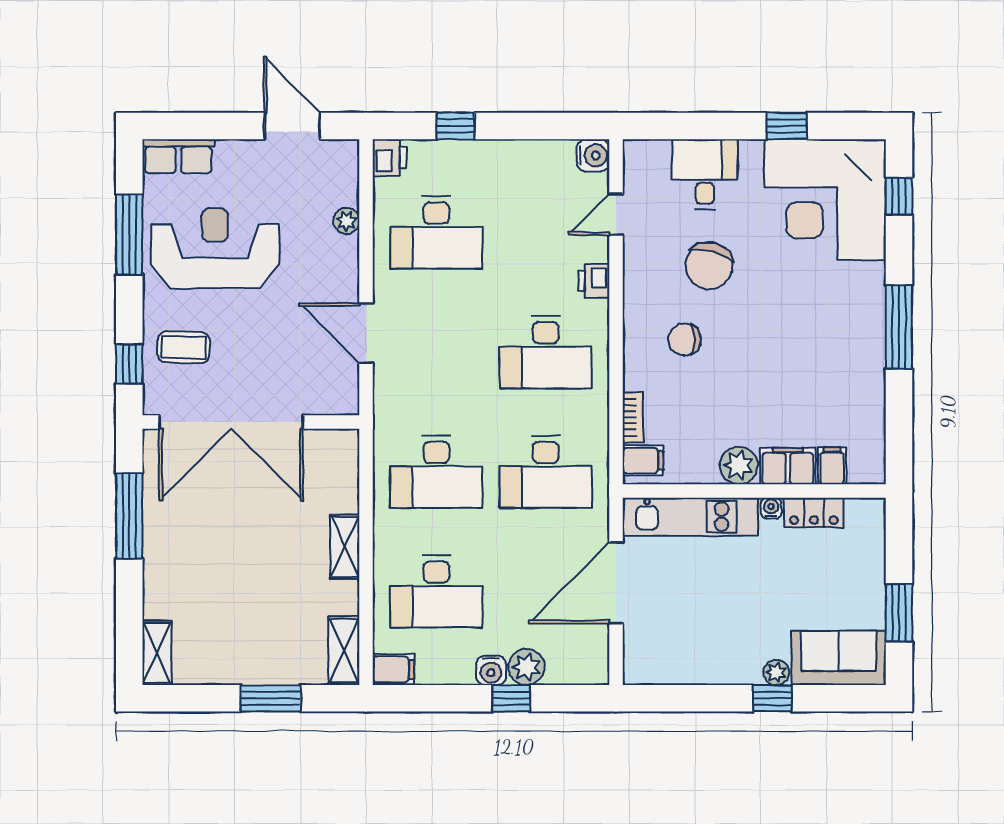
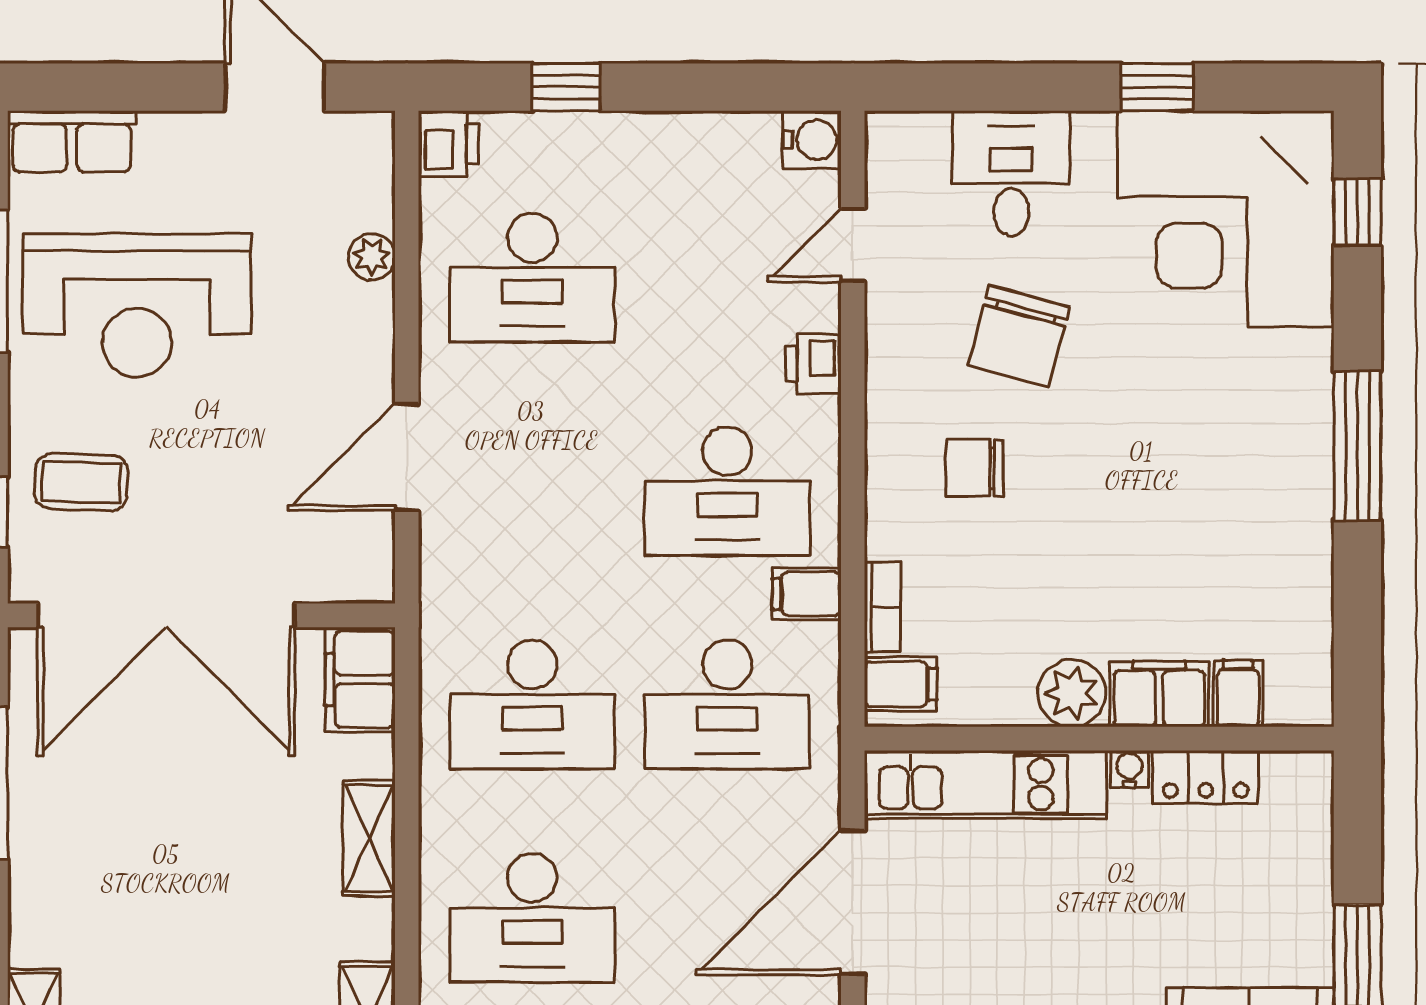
reception desk: (215, 248) -> (137, 305), turned 180
door: (366, 333) -> (407, 457), hinge flipped
filing cabinet: (590, 410) -> (807, 594), added
filing cabinet: (340, 458) -> (360, 679), added

